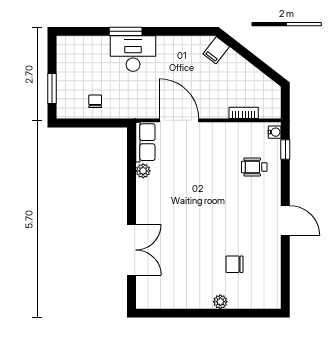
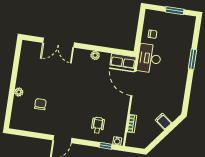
filing cabinet: (216, 50) -> (163, 121), moved
desk: (133, 54) -> (149, 58), moved, turned 180
window: (52, 89) -> (175, 11), moved
door: (179, 120) -> (133, 84), swing flipped
plant: (143, 171) -> (95, 55), moved

